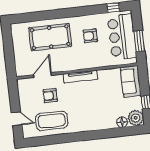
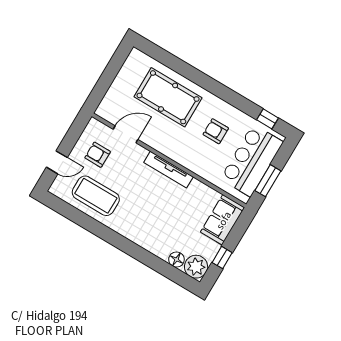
armchair: (50, 96) -> (98, 155), moved
door: (17, 119) -> (57, 162), hinge flipped

